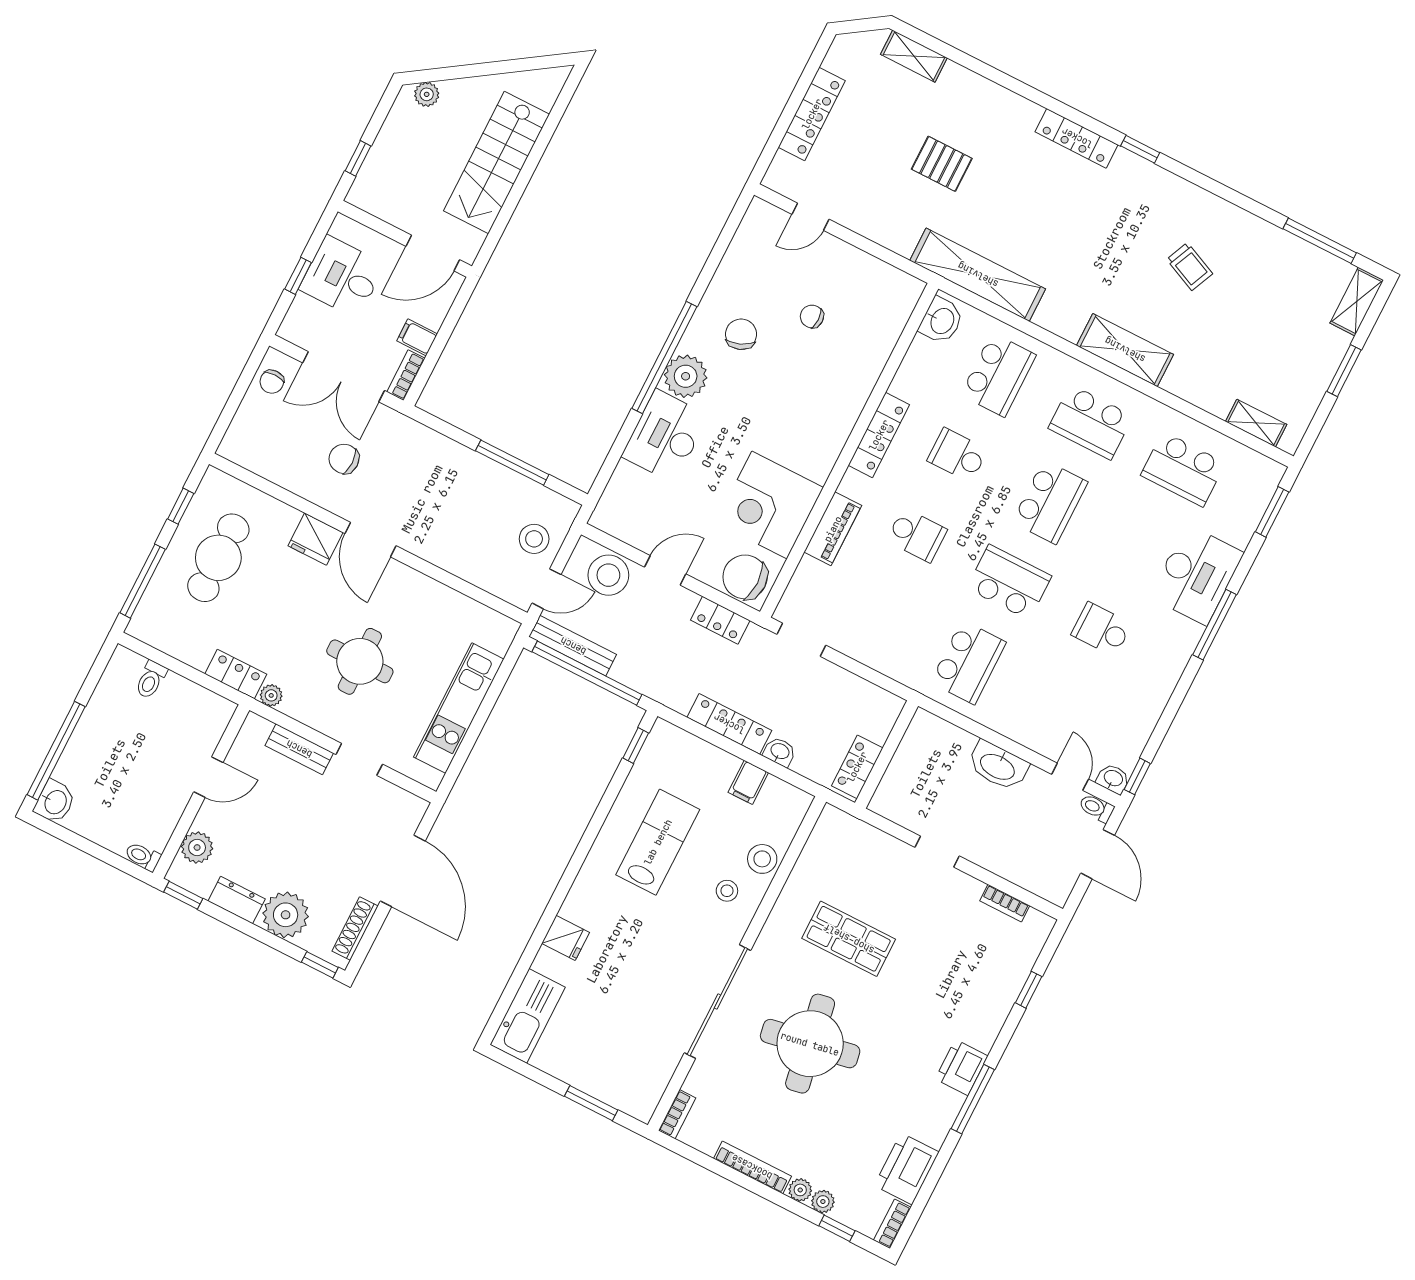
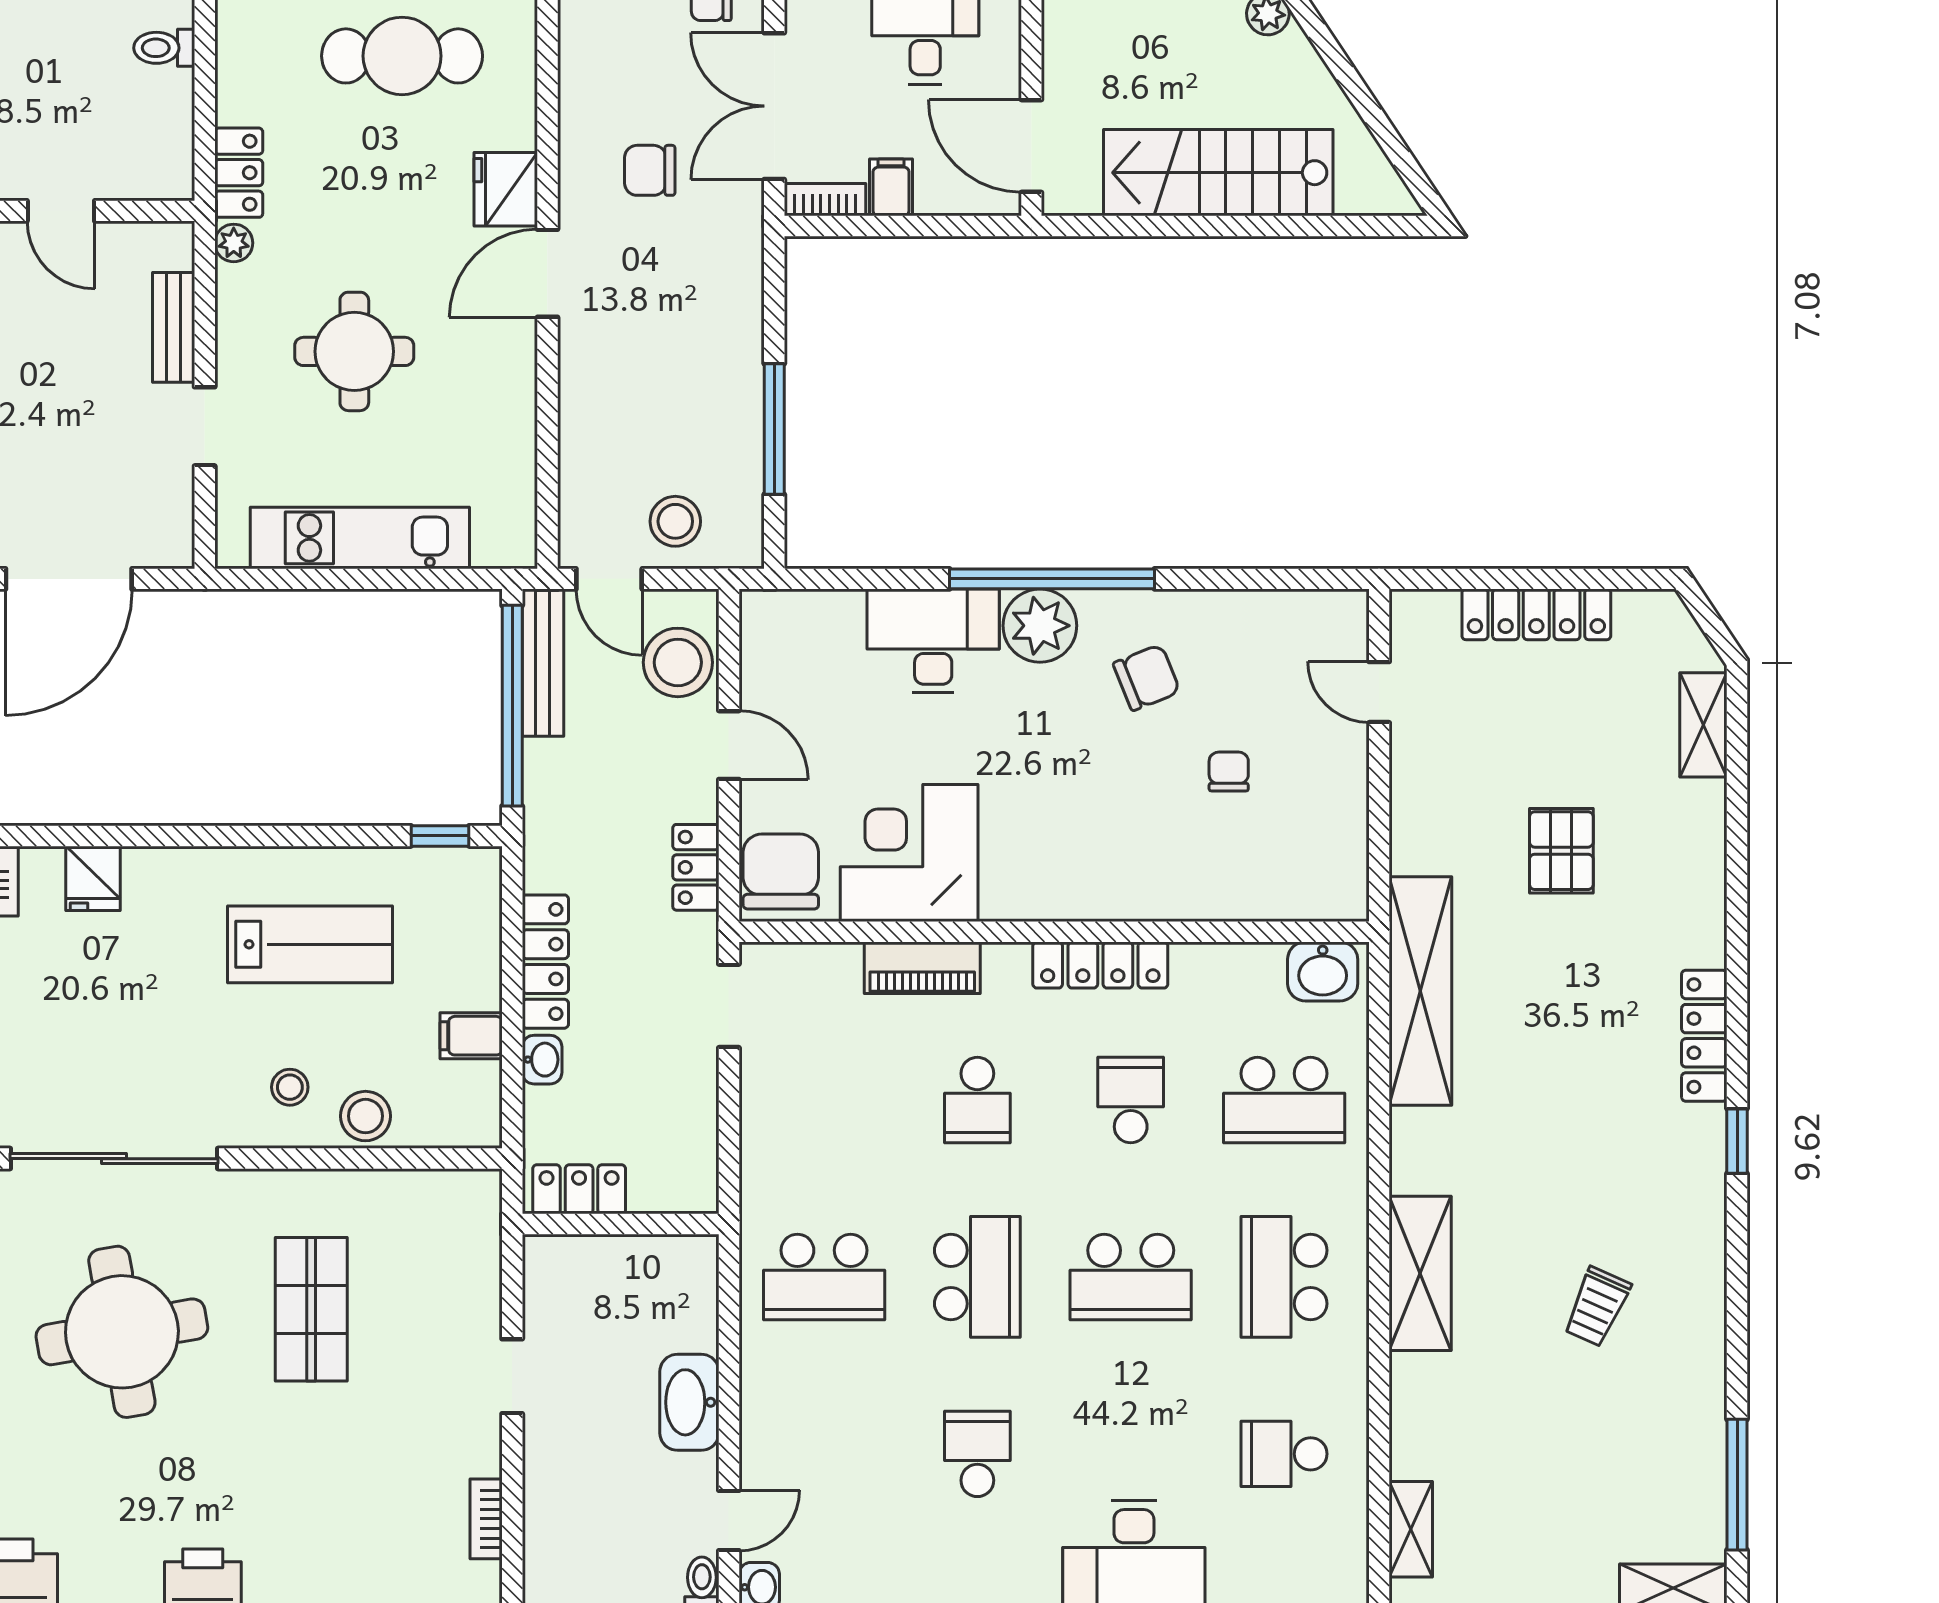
chair: (344, 459) -> (650, 170), turned -90
school desk: (1183, 469) -> (1284, 1454), width x0.54

